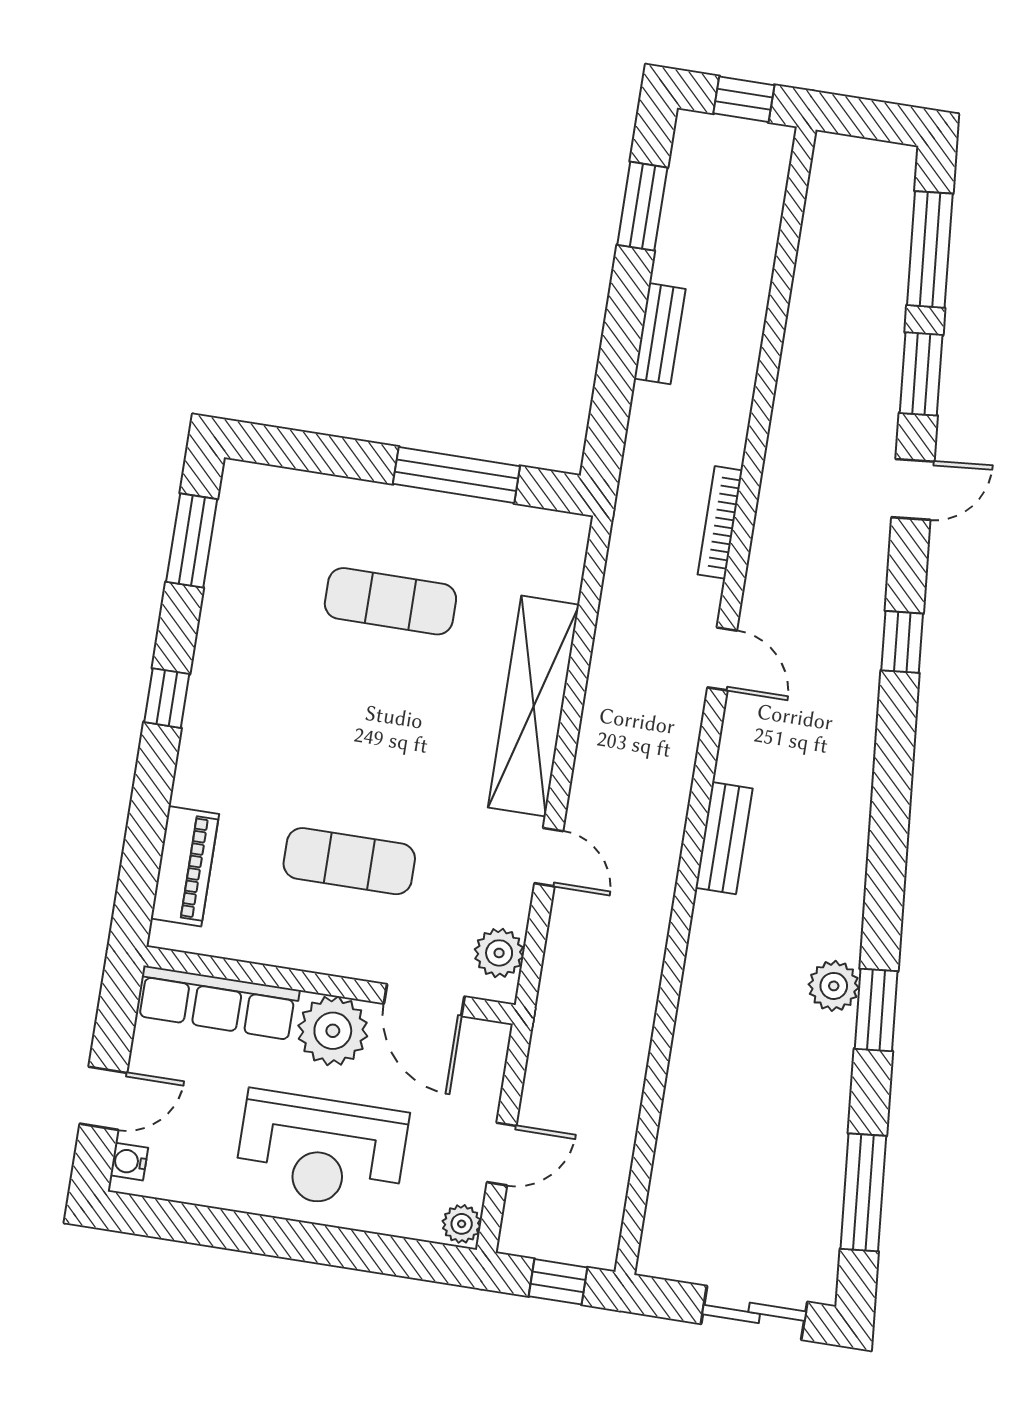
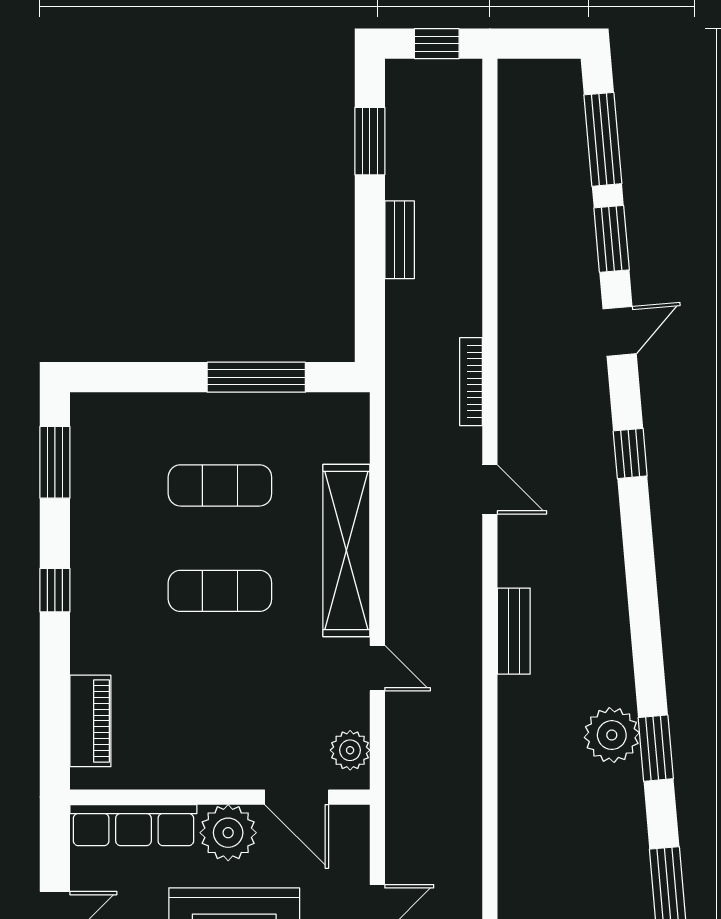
exercise mat: (349, 861) -> (220, 591), moved
plant: (834, 986) -> (612, 735), width x1.36, depth x1.36

